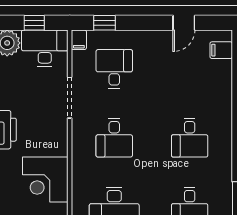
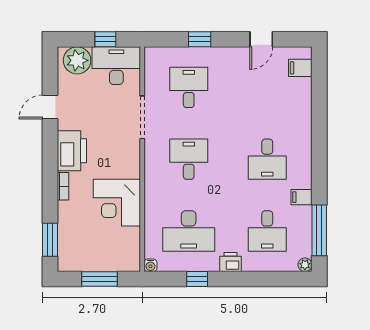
window: (105, 23) -> (200, 39), moved
filing cabinet: (79, 40) -> (302, 197), moved, turned 90
desk: (114, 138) -> (189, 159), turned 180

